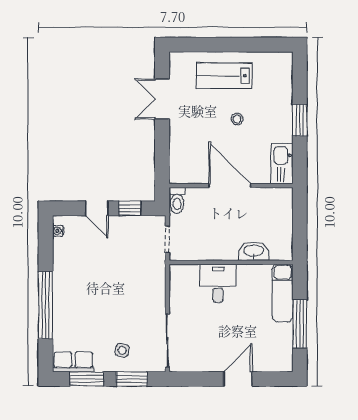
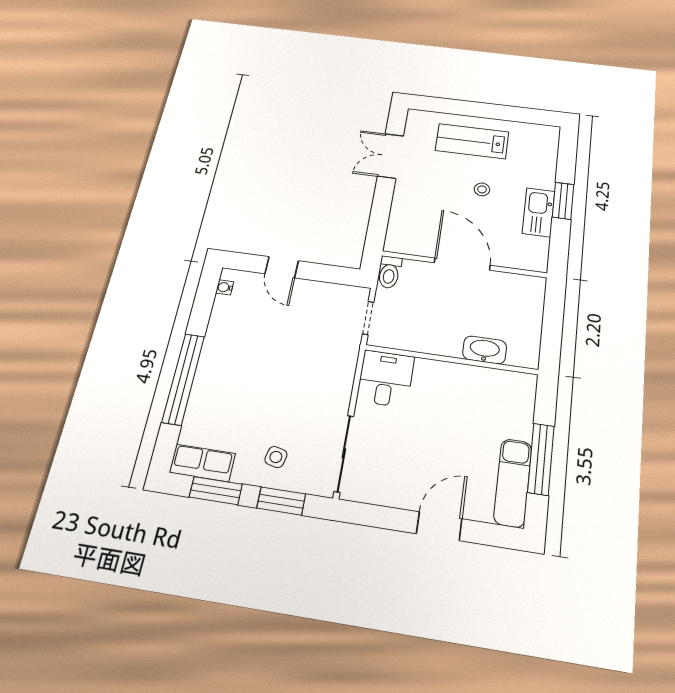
kitchen sink: (282, 164) -> (539, 212), moved
window: (130, 208) -> (325, 273), removed
desk: (218, 283) -> (385, 379), moved
exam couch: (283, 293) -> (513, 483), moved

